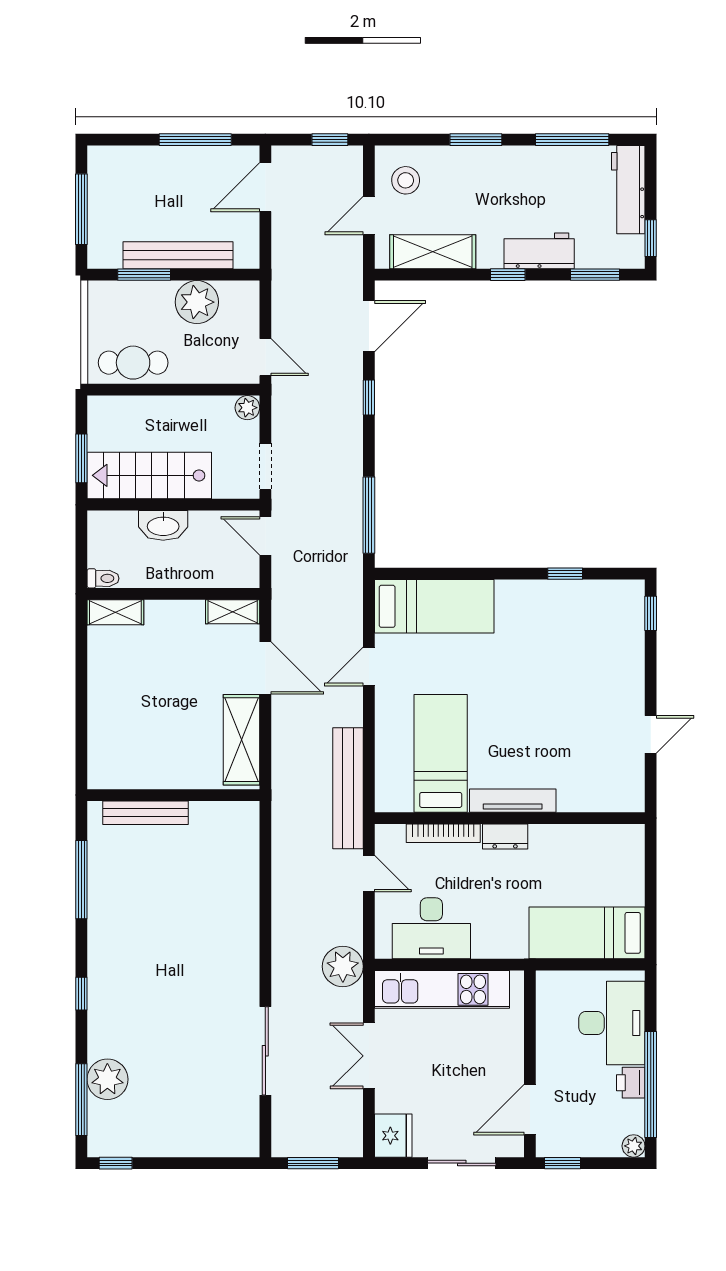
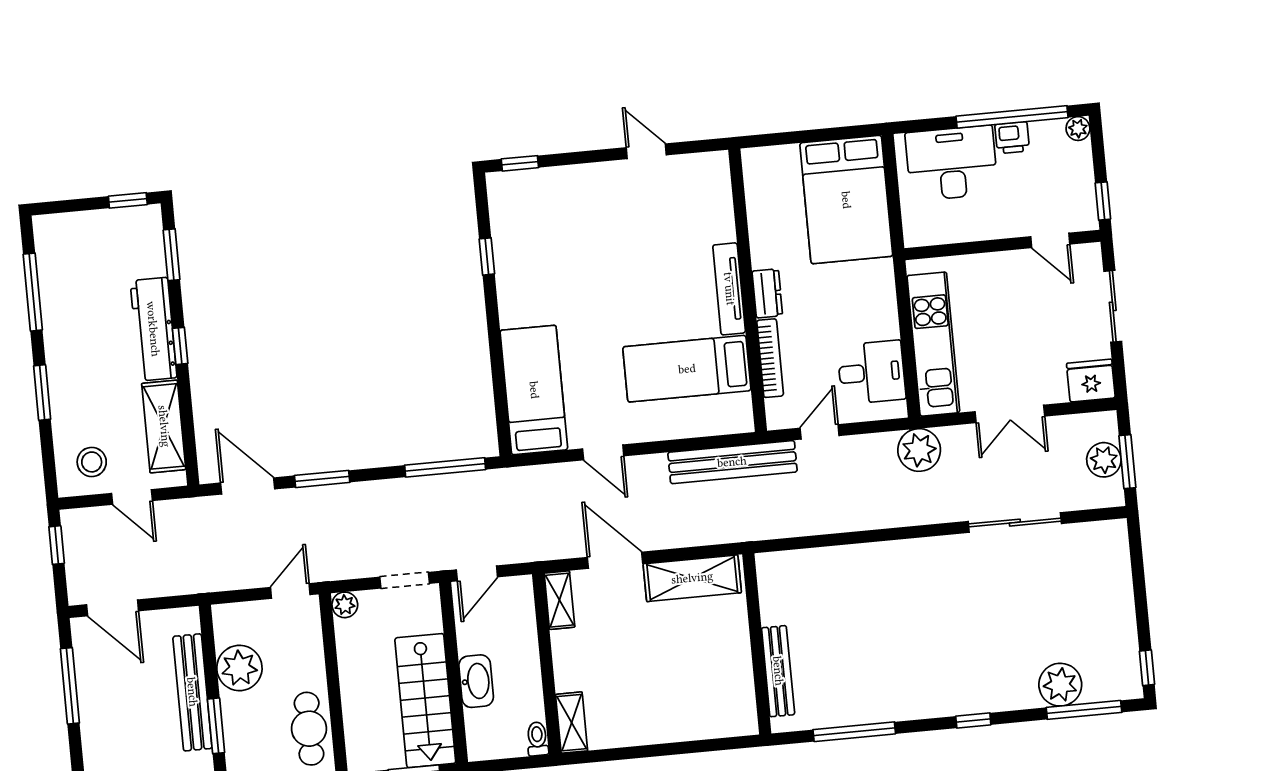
workbench: (628, 190) -> (79, 229), removed
workbench: (539, 251) -> (153, 329), width x1.38
window: (369, 397) -> (322, 479), width x1.50
door: (265, 668) -> (615, 560), hinge flipped
desk: (431, 928) -> (872, 372), width x0.73
bed: (587, 933) -> (846, 200), width x1.50
door: (530, 1110) -> (1050, 240), width x0.73
plant: (317, 1141) -> (1104, 460), added

